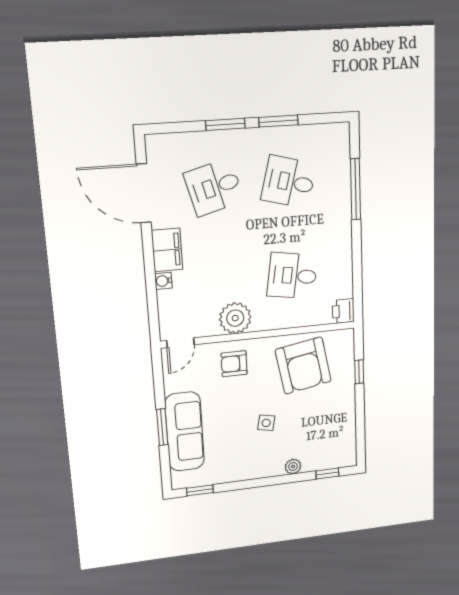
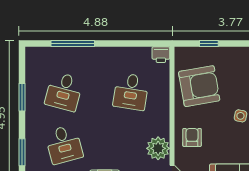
window: (225, 124) -> (22, 152), moved
plant: (235, 318) -> (158, 148), moved
armchair: (234, 364) -> (192, 137), turned 180

